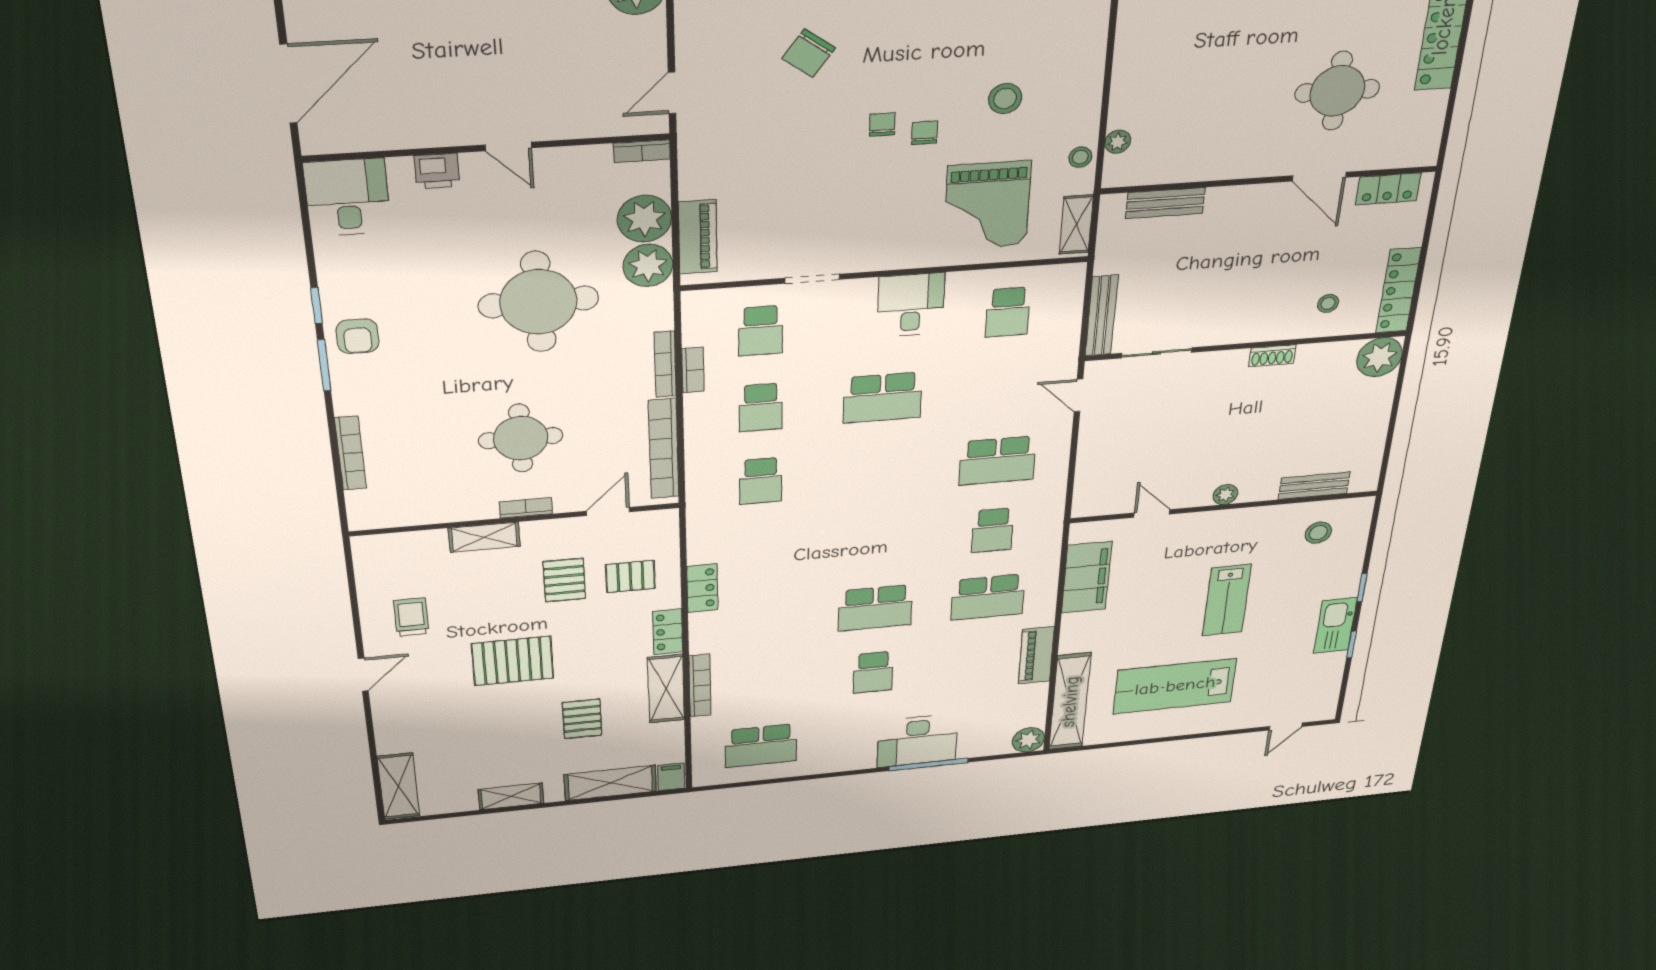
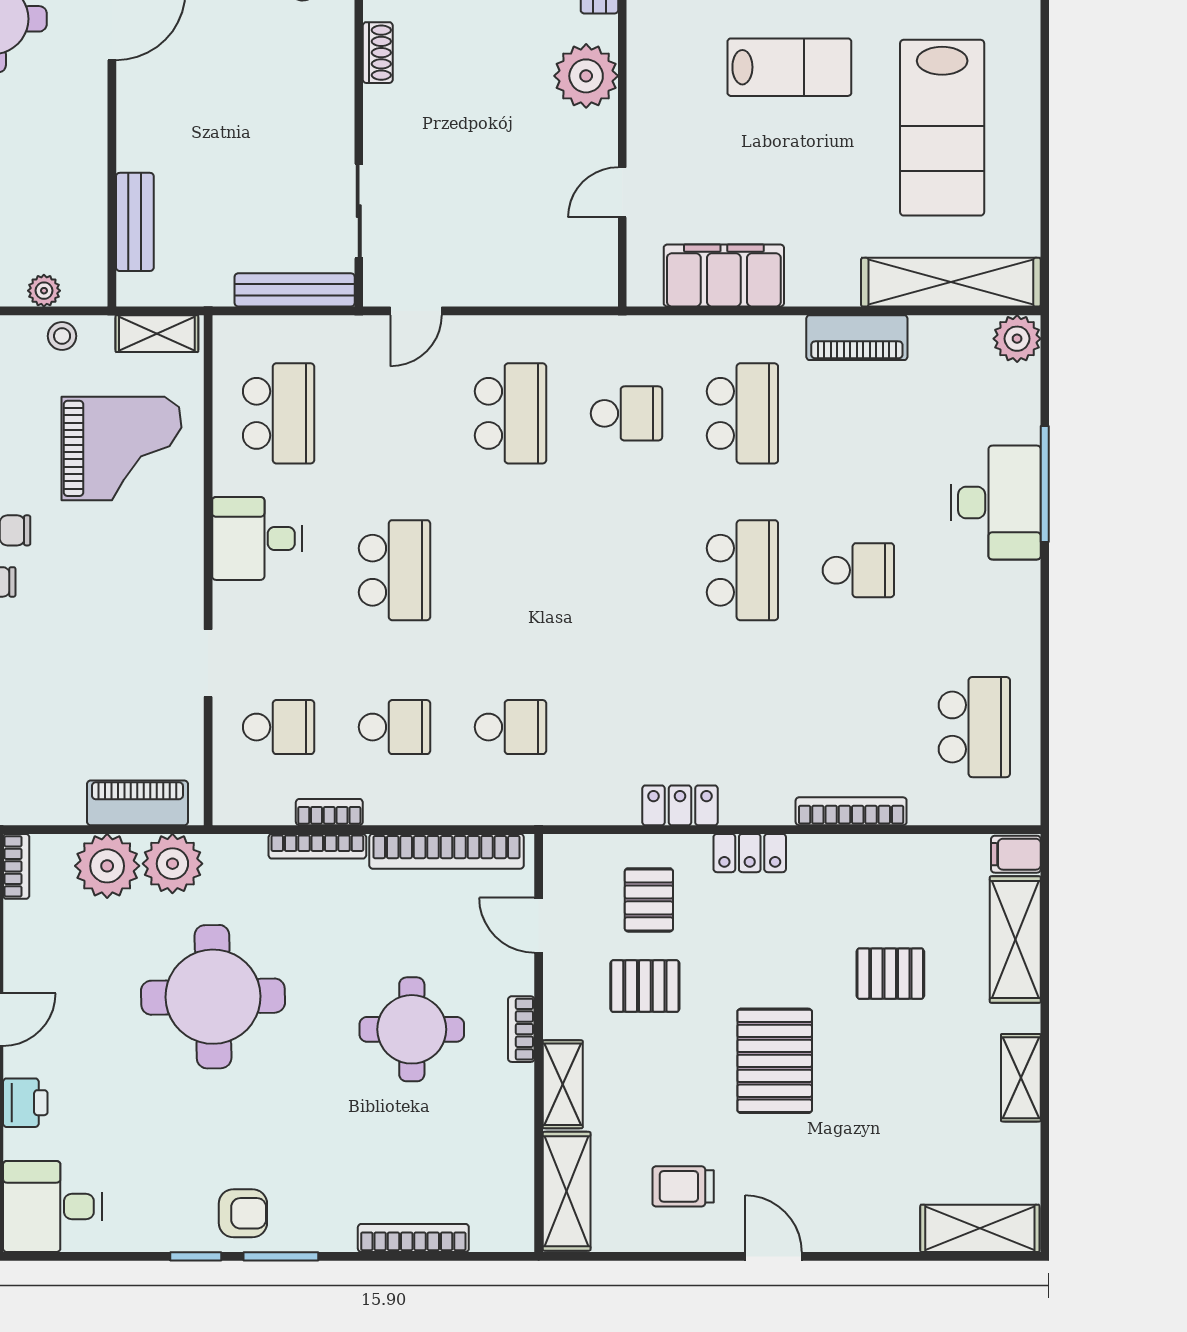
school desk: (1008, 312) -> (279, 413), width x1.85
plant: (1225, 495) -> (586, 76), width x1.87, depth x1.87
shelving: (666, 689) -> (567, 1191), moved, turned 90

